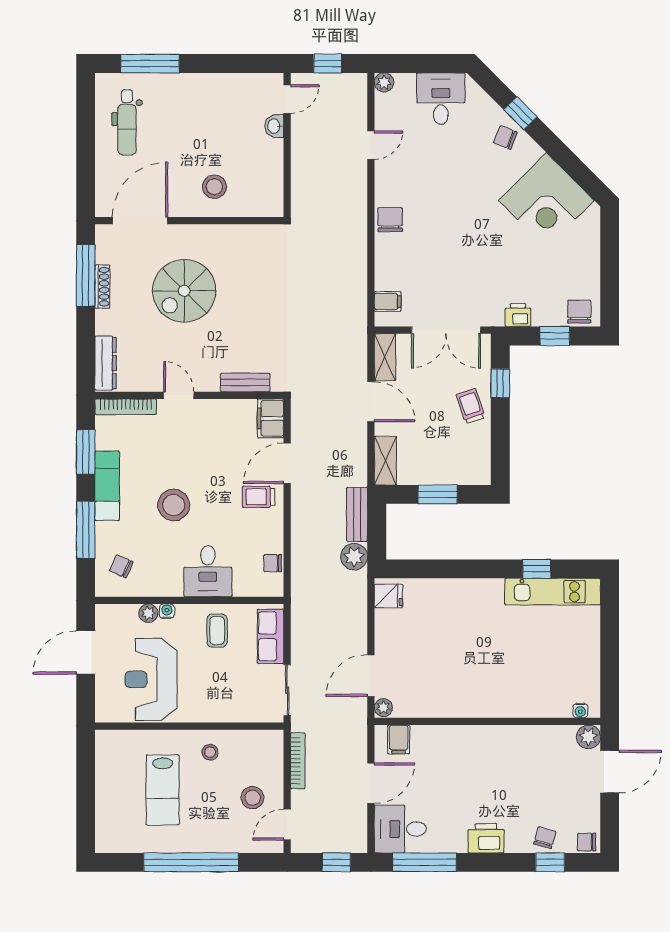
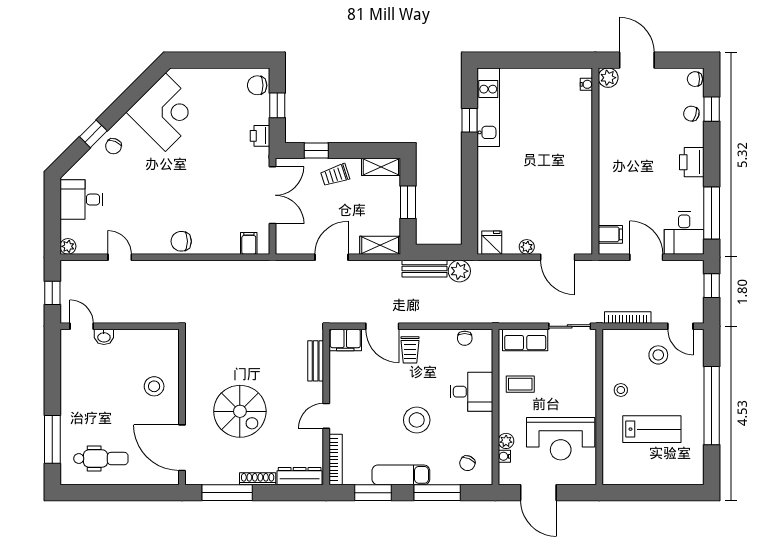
shoe rack: (102, 287) -> (258, 479), moved
shelving: (385, 357) -> (381, 167), moved
water cooler: (167, 611) -> (504, 456), moved
plant: (383, 708) -> (527, 247), moved
chair: (587, 842) -> (695, 79), turned 90

